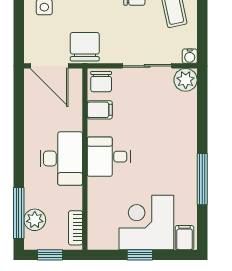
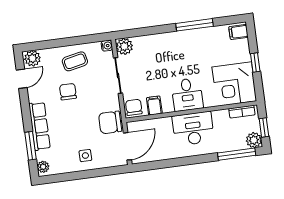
chair: (101, 82) -> (134, 107), turned -90
plant: (35, 220) -> (254, 140), moved
corner desk: (146, 222) -> (234, 84), moved

